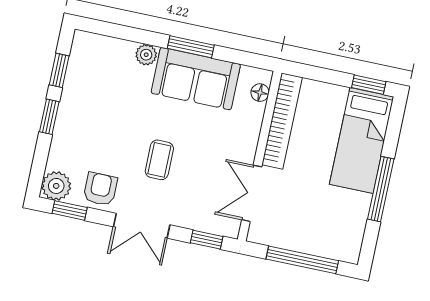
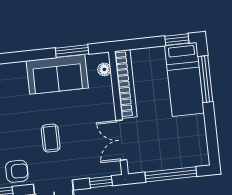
window: (191, 47) -> (72, 51), moved
plant: (146, 55) -> (18, 69), removed
armchair: (100, 189) -> (17, 171), turned 90
window: (381, 189) -> (205, 79), moved

